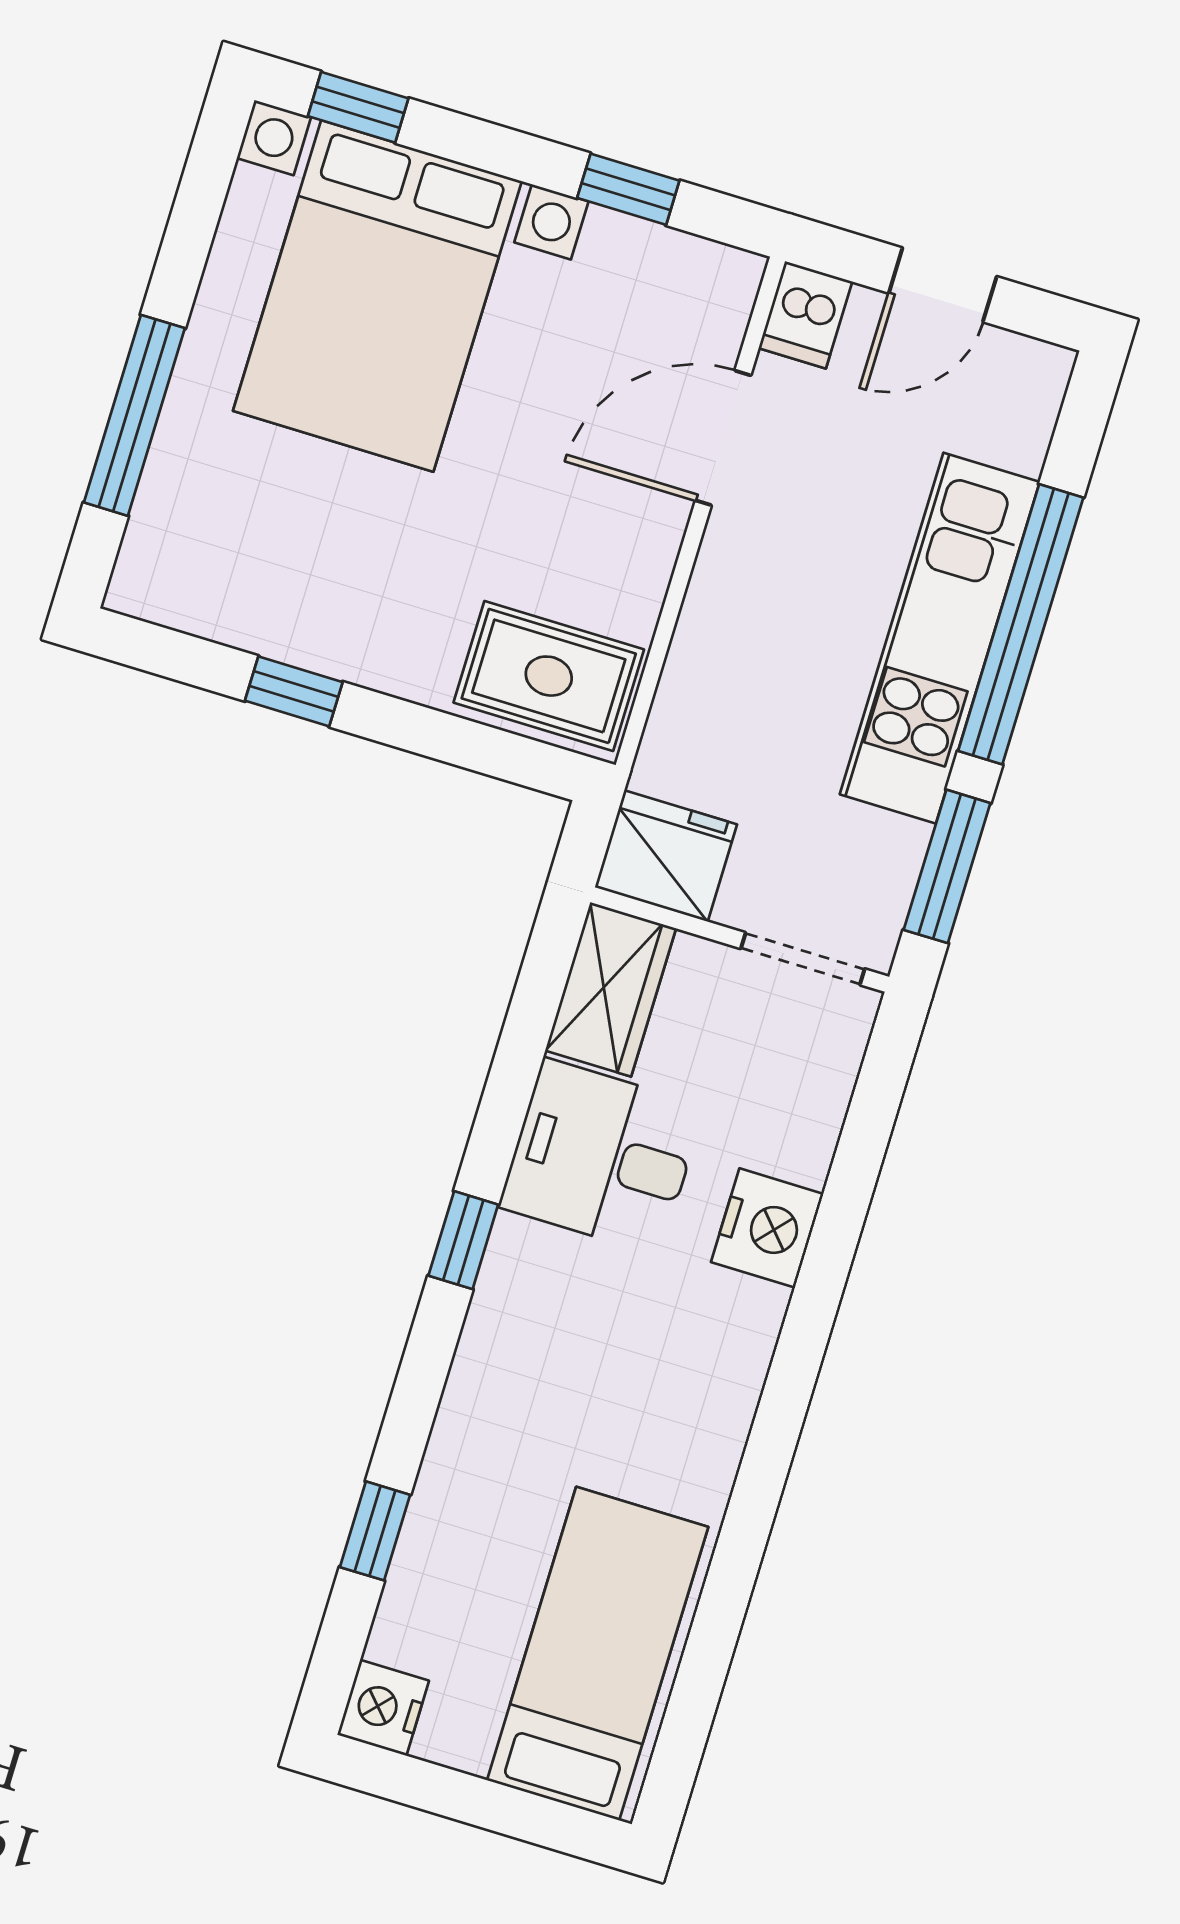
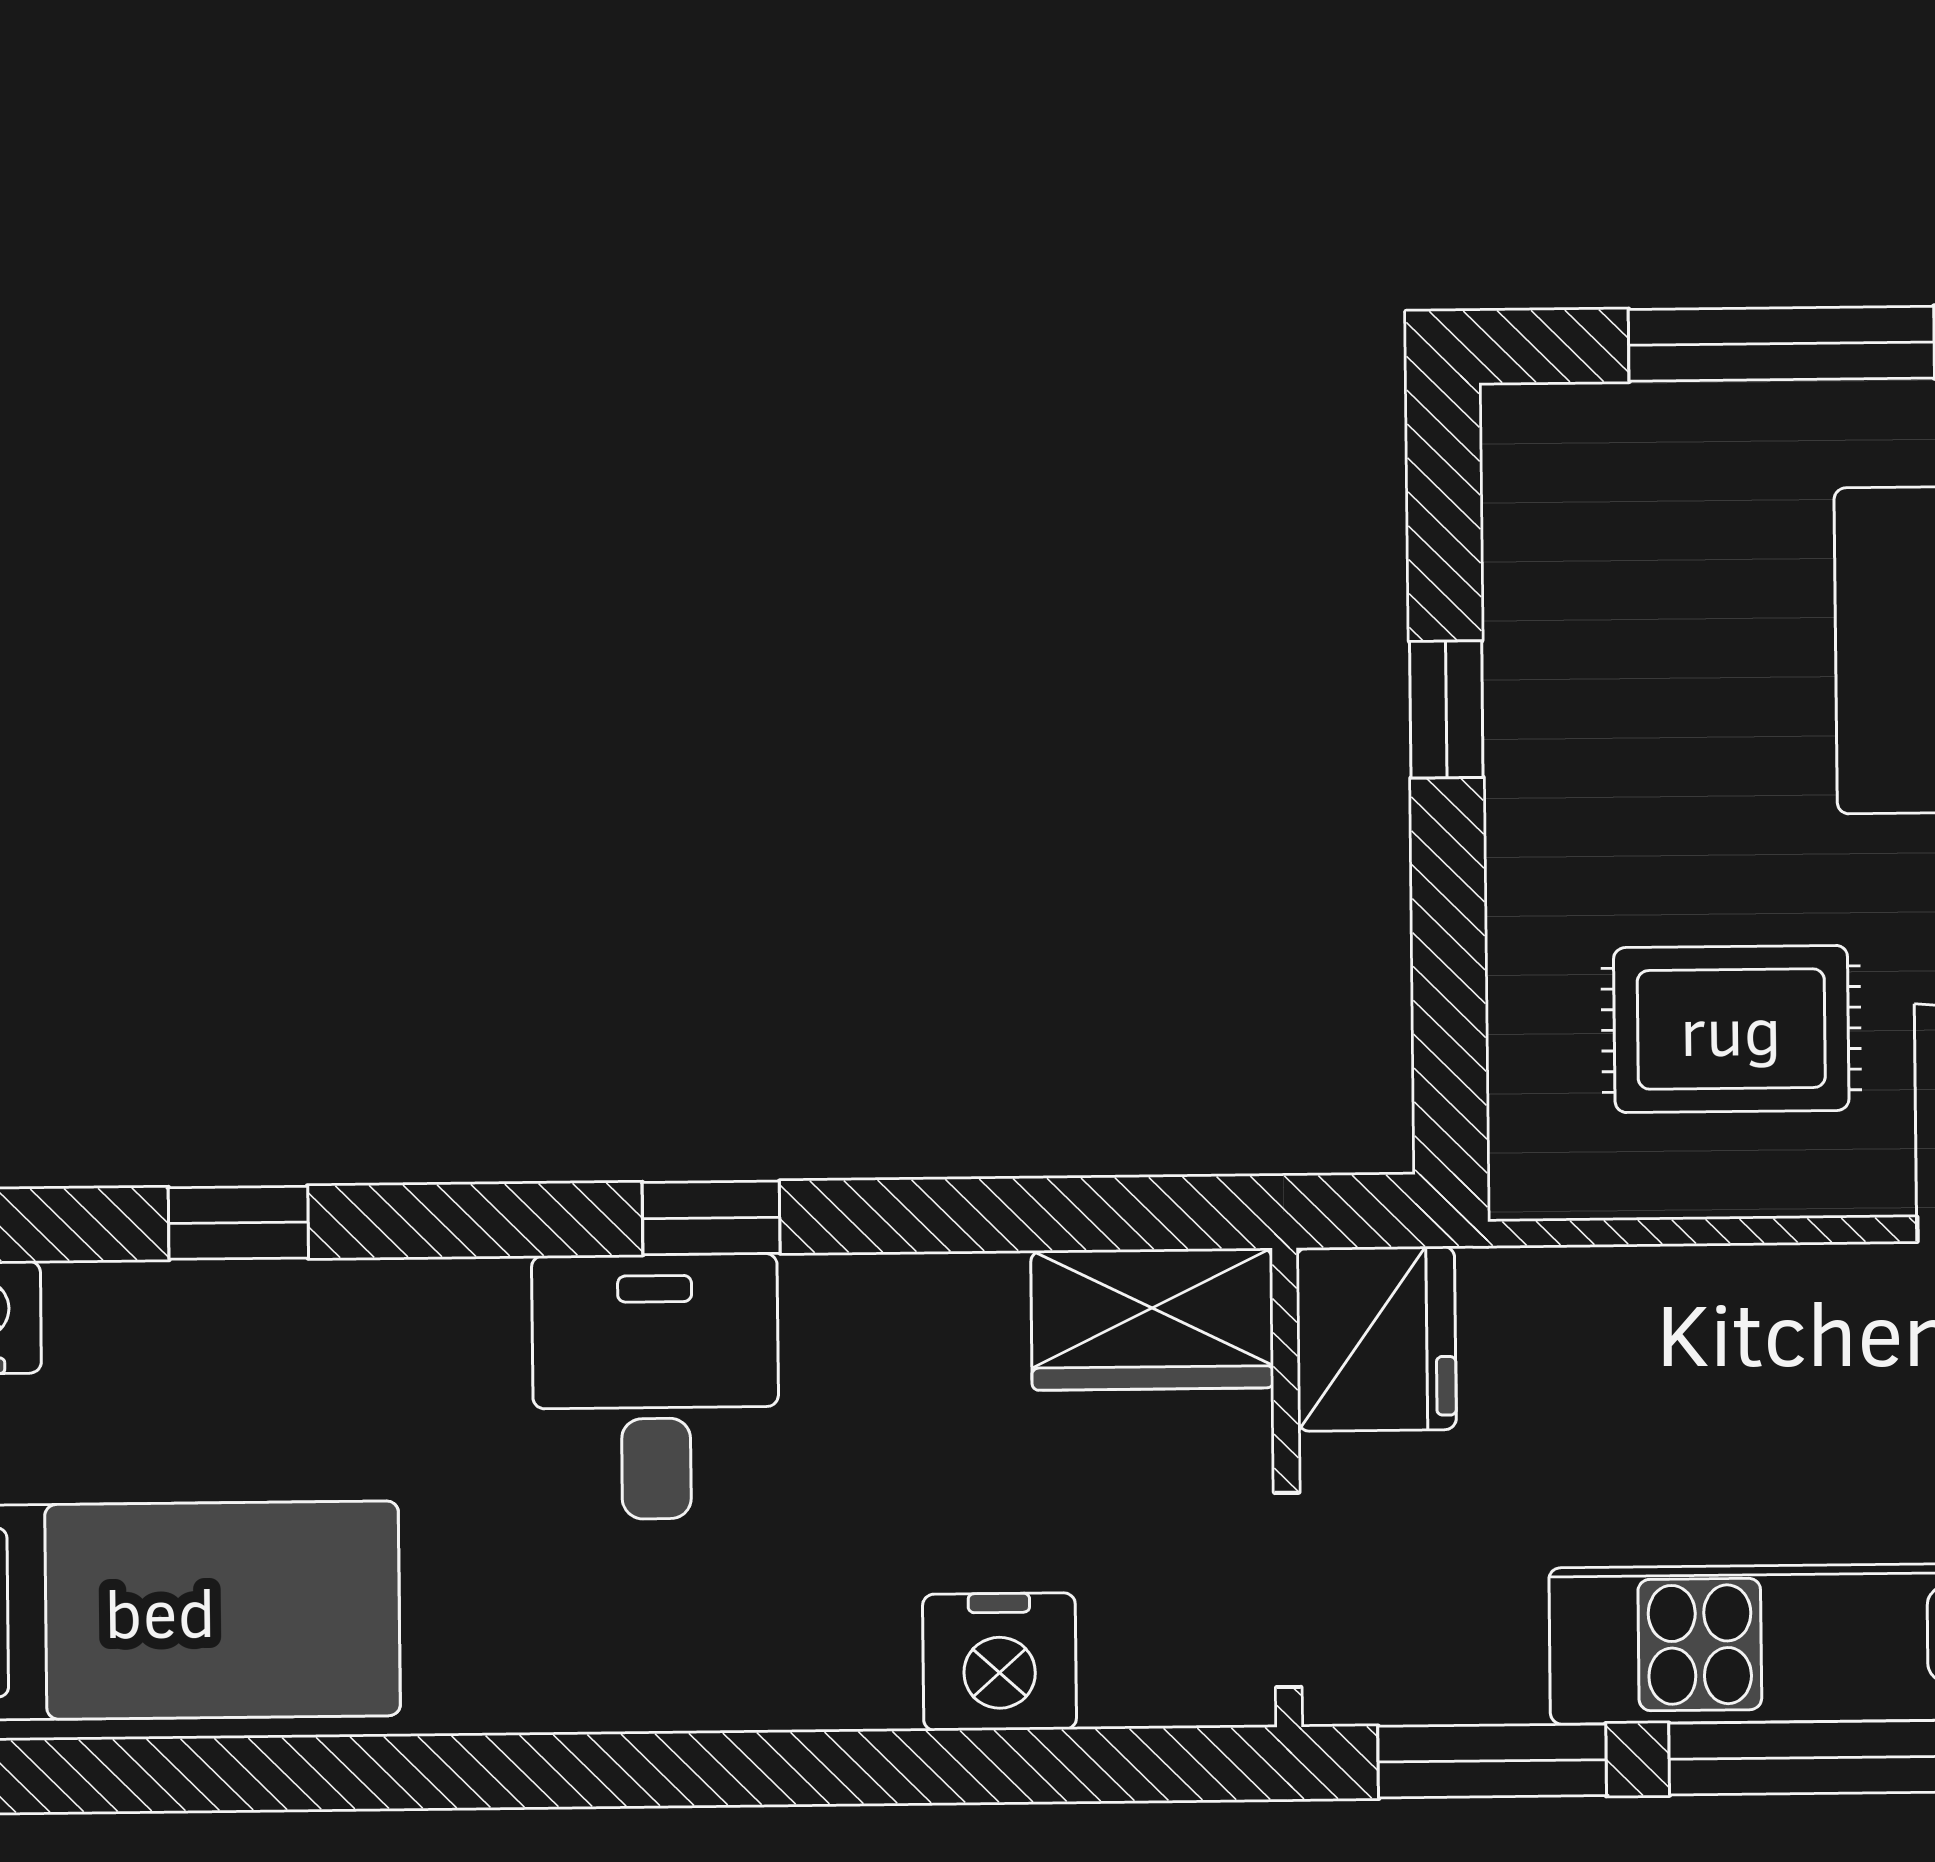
rug: (549, 676) -> (1731, 1029), moved, turned 90
desk: (602, 1157) -> (656, 1387), moved
nightstand: (767, 1228) -> (999, 1662), moved

